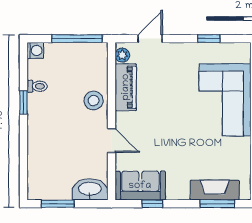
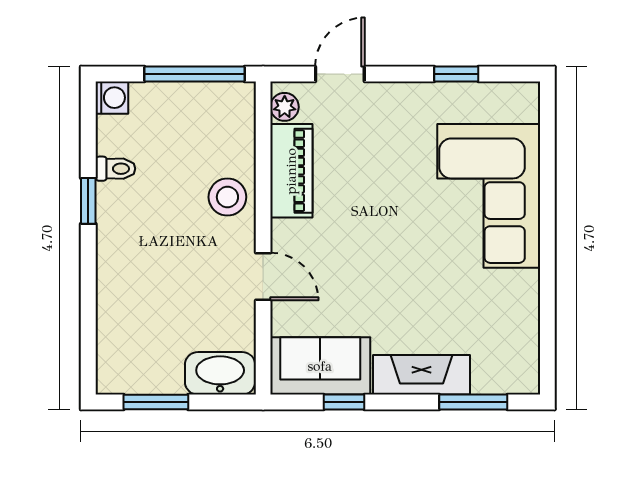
fireplace: (215, 190) -> (421, 375), moved

